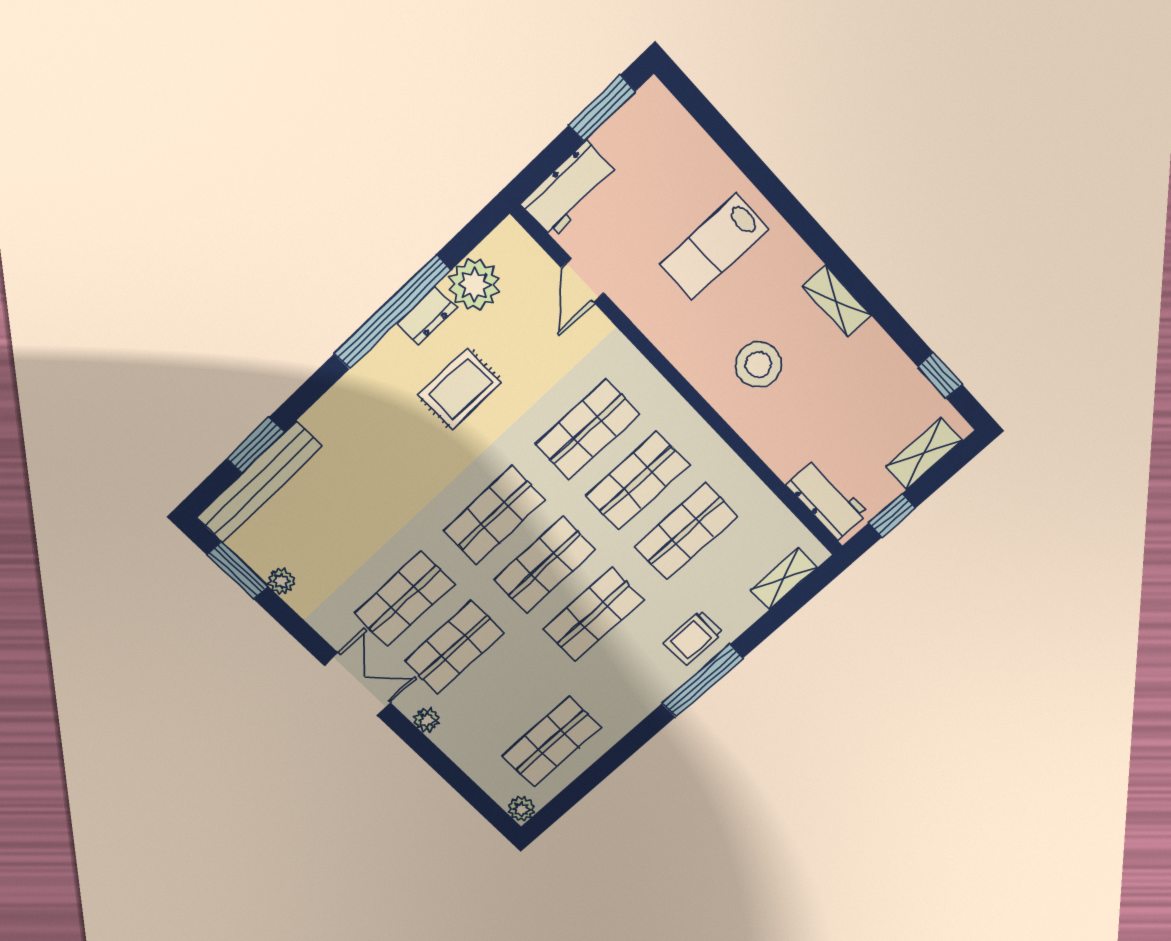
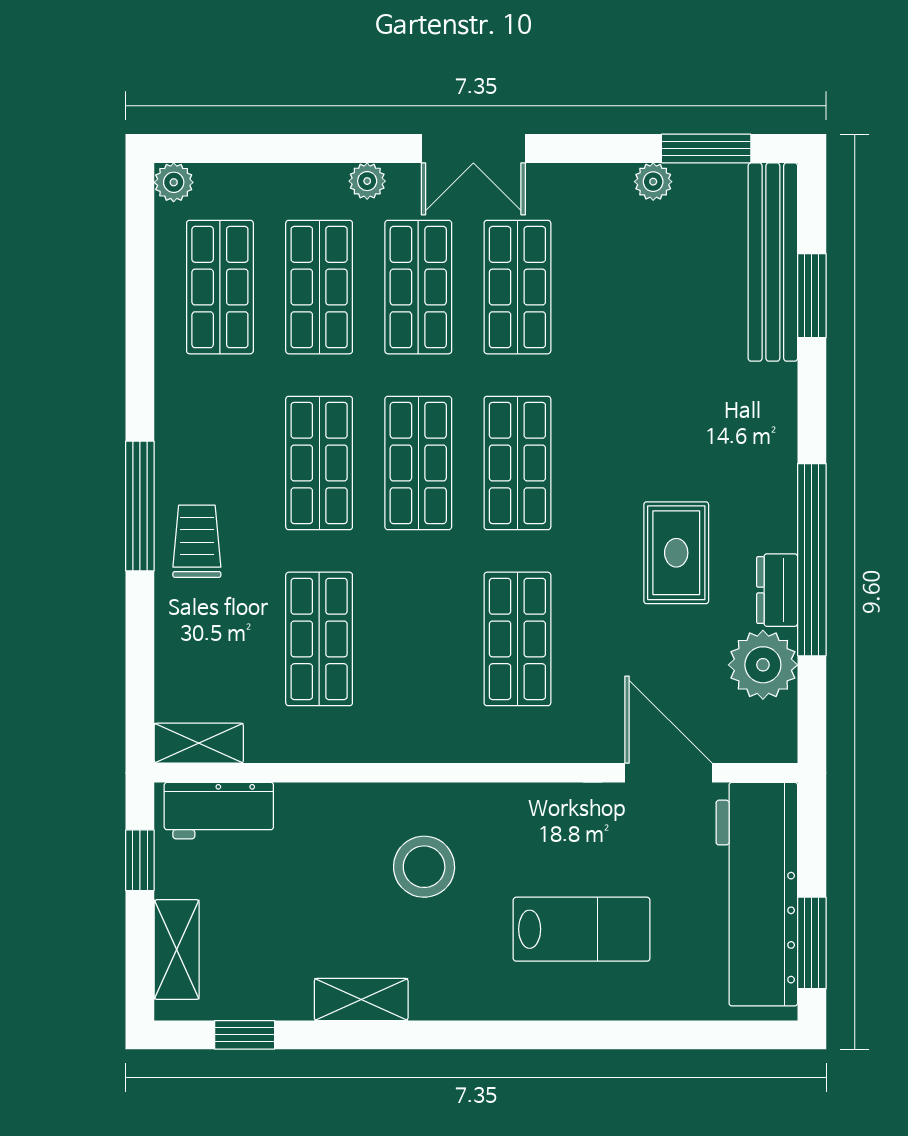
workbench: (569, 189) -> (757, 894), width x1.88, depth x1.32
lab bench: (714, 247) -> (582, 929), turned 90
door: (583, 280) -> (669, 773), width x1.38
shelving: (836, 301) -> (361, 999), moved
shop shelf: (637, 481) -> (319, 287), moved
shelving: (784, 579) -> (199, 743), moved, turned 90

